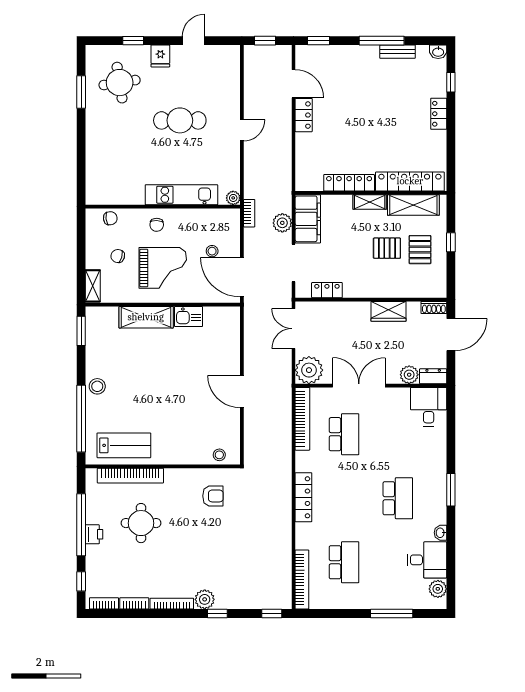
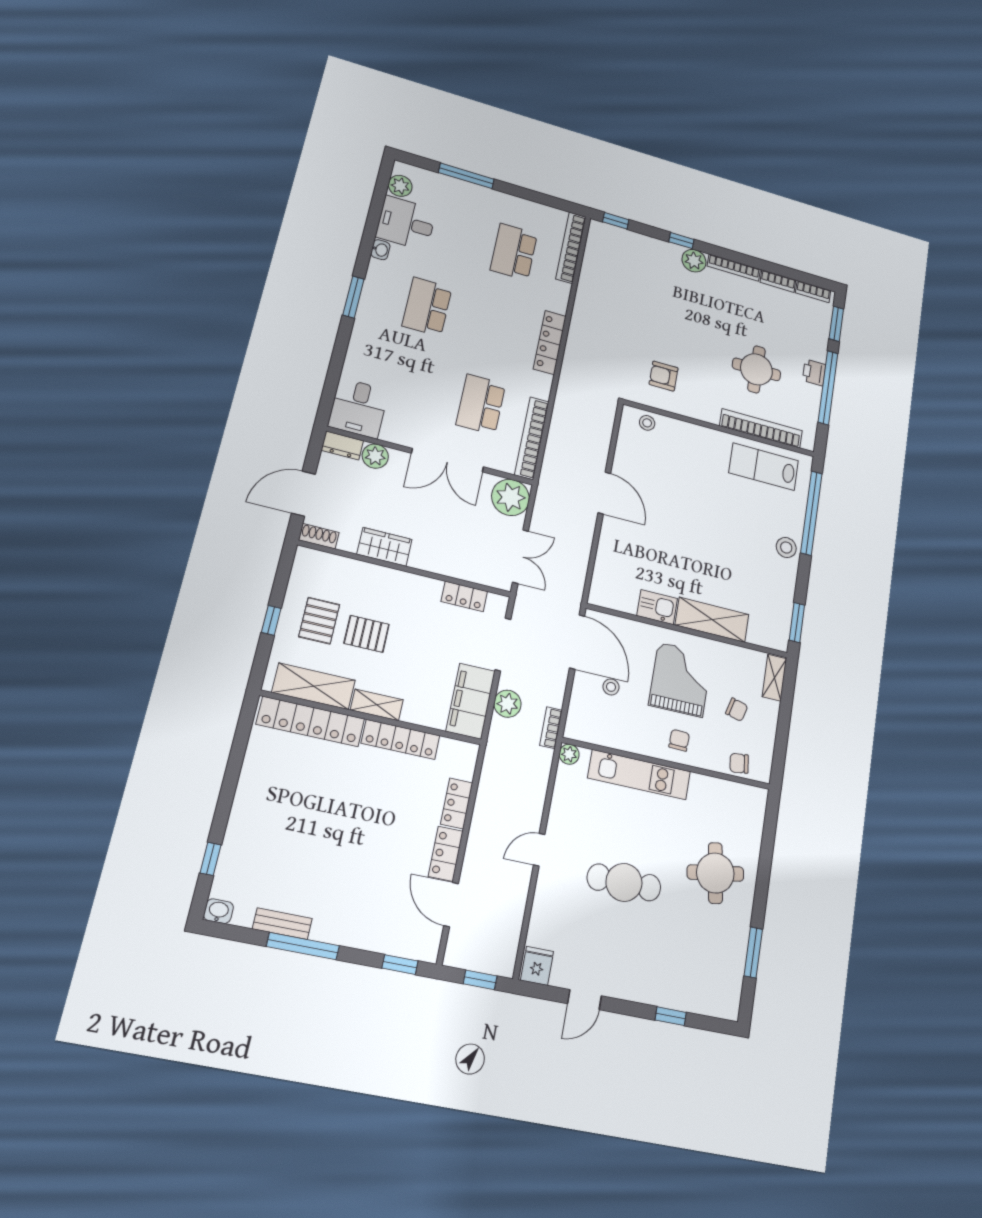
fridge: (160, 56) -> (537, 966), moved
round table: (120, 83) -> (715, 873), moved
locker: (439, 114) -> (457, 803), moved, turned 180
grand piano: (163, 268) -> (680, 680), turned 90
window: (81, 581) -> (836, 324), width x1.50

